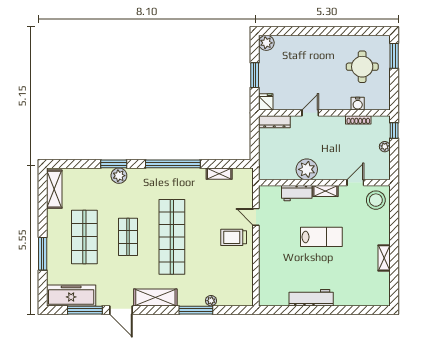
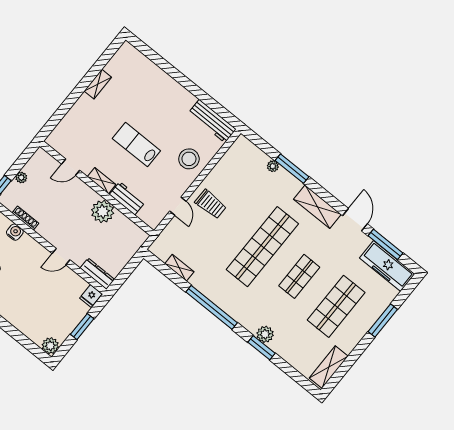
stool: (376, 200) -> (189, 159), moved
workbench: (311, 298) -> (212, 121), moved

